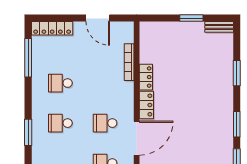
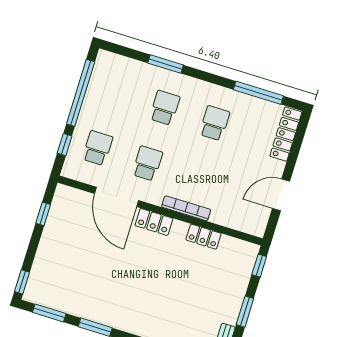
window: (154, 18) -> (259, 266), added
bookcase: (129, 62) -> (186, 208), moved
locker: (146, 77) -> (204, 237), moved

